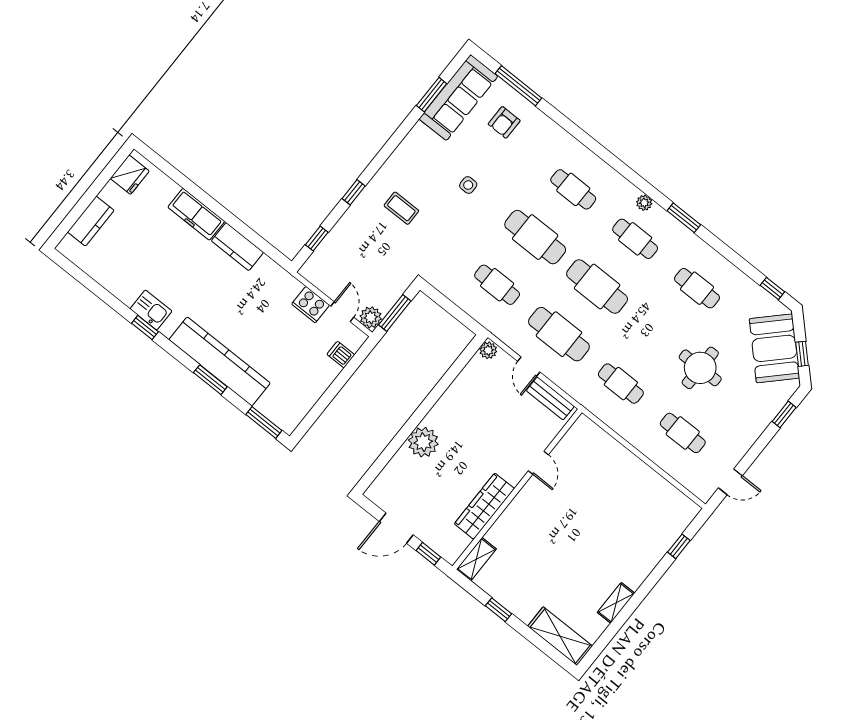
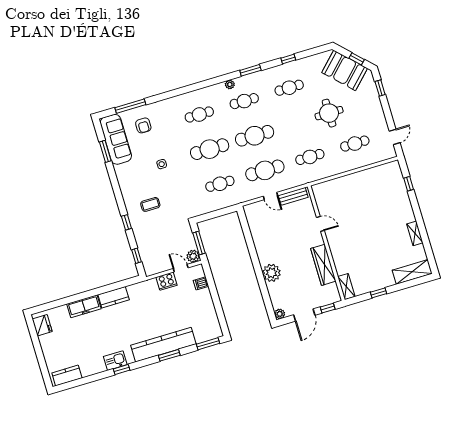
kitchen counter: (91, 221) -> (67, 376), moved, turned -90
window: (772, 289) -> (288, 59), moved
plant: (488, 350) -> (280, 314), moved

